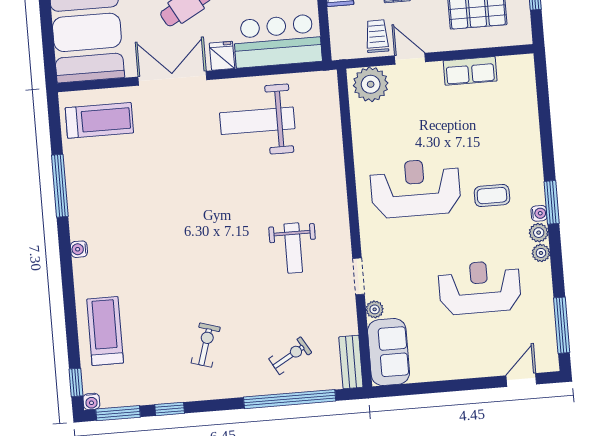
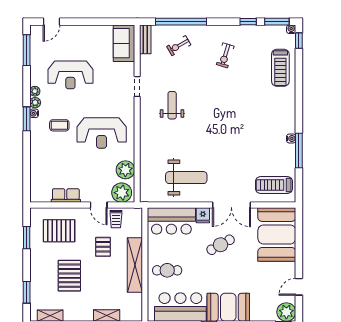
water cooler: (79, 249) -> (291, 139), moved
plant: (375, 309) -> (125, 170), moved, width x1.87, depth x1.87

